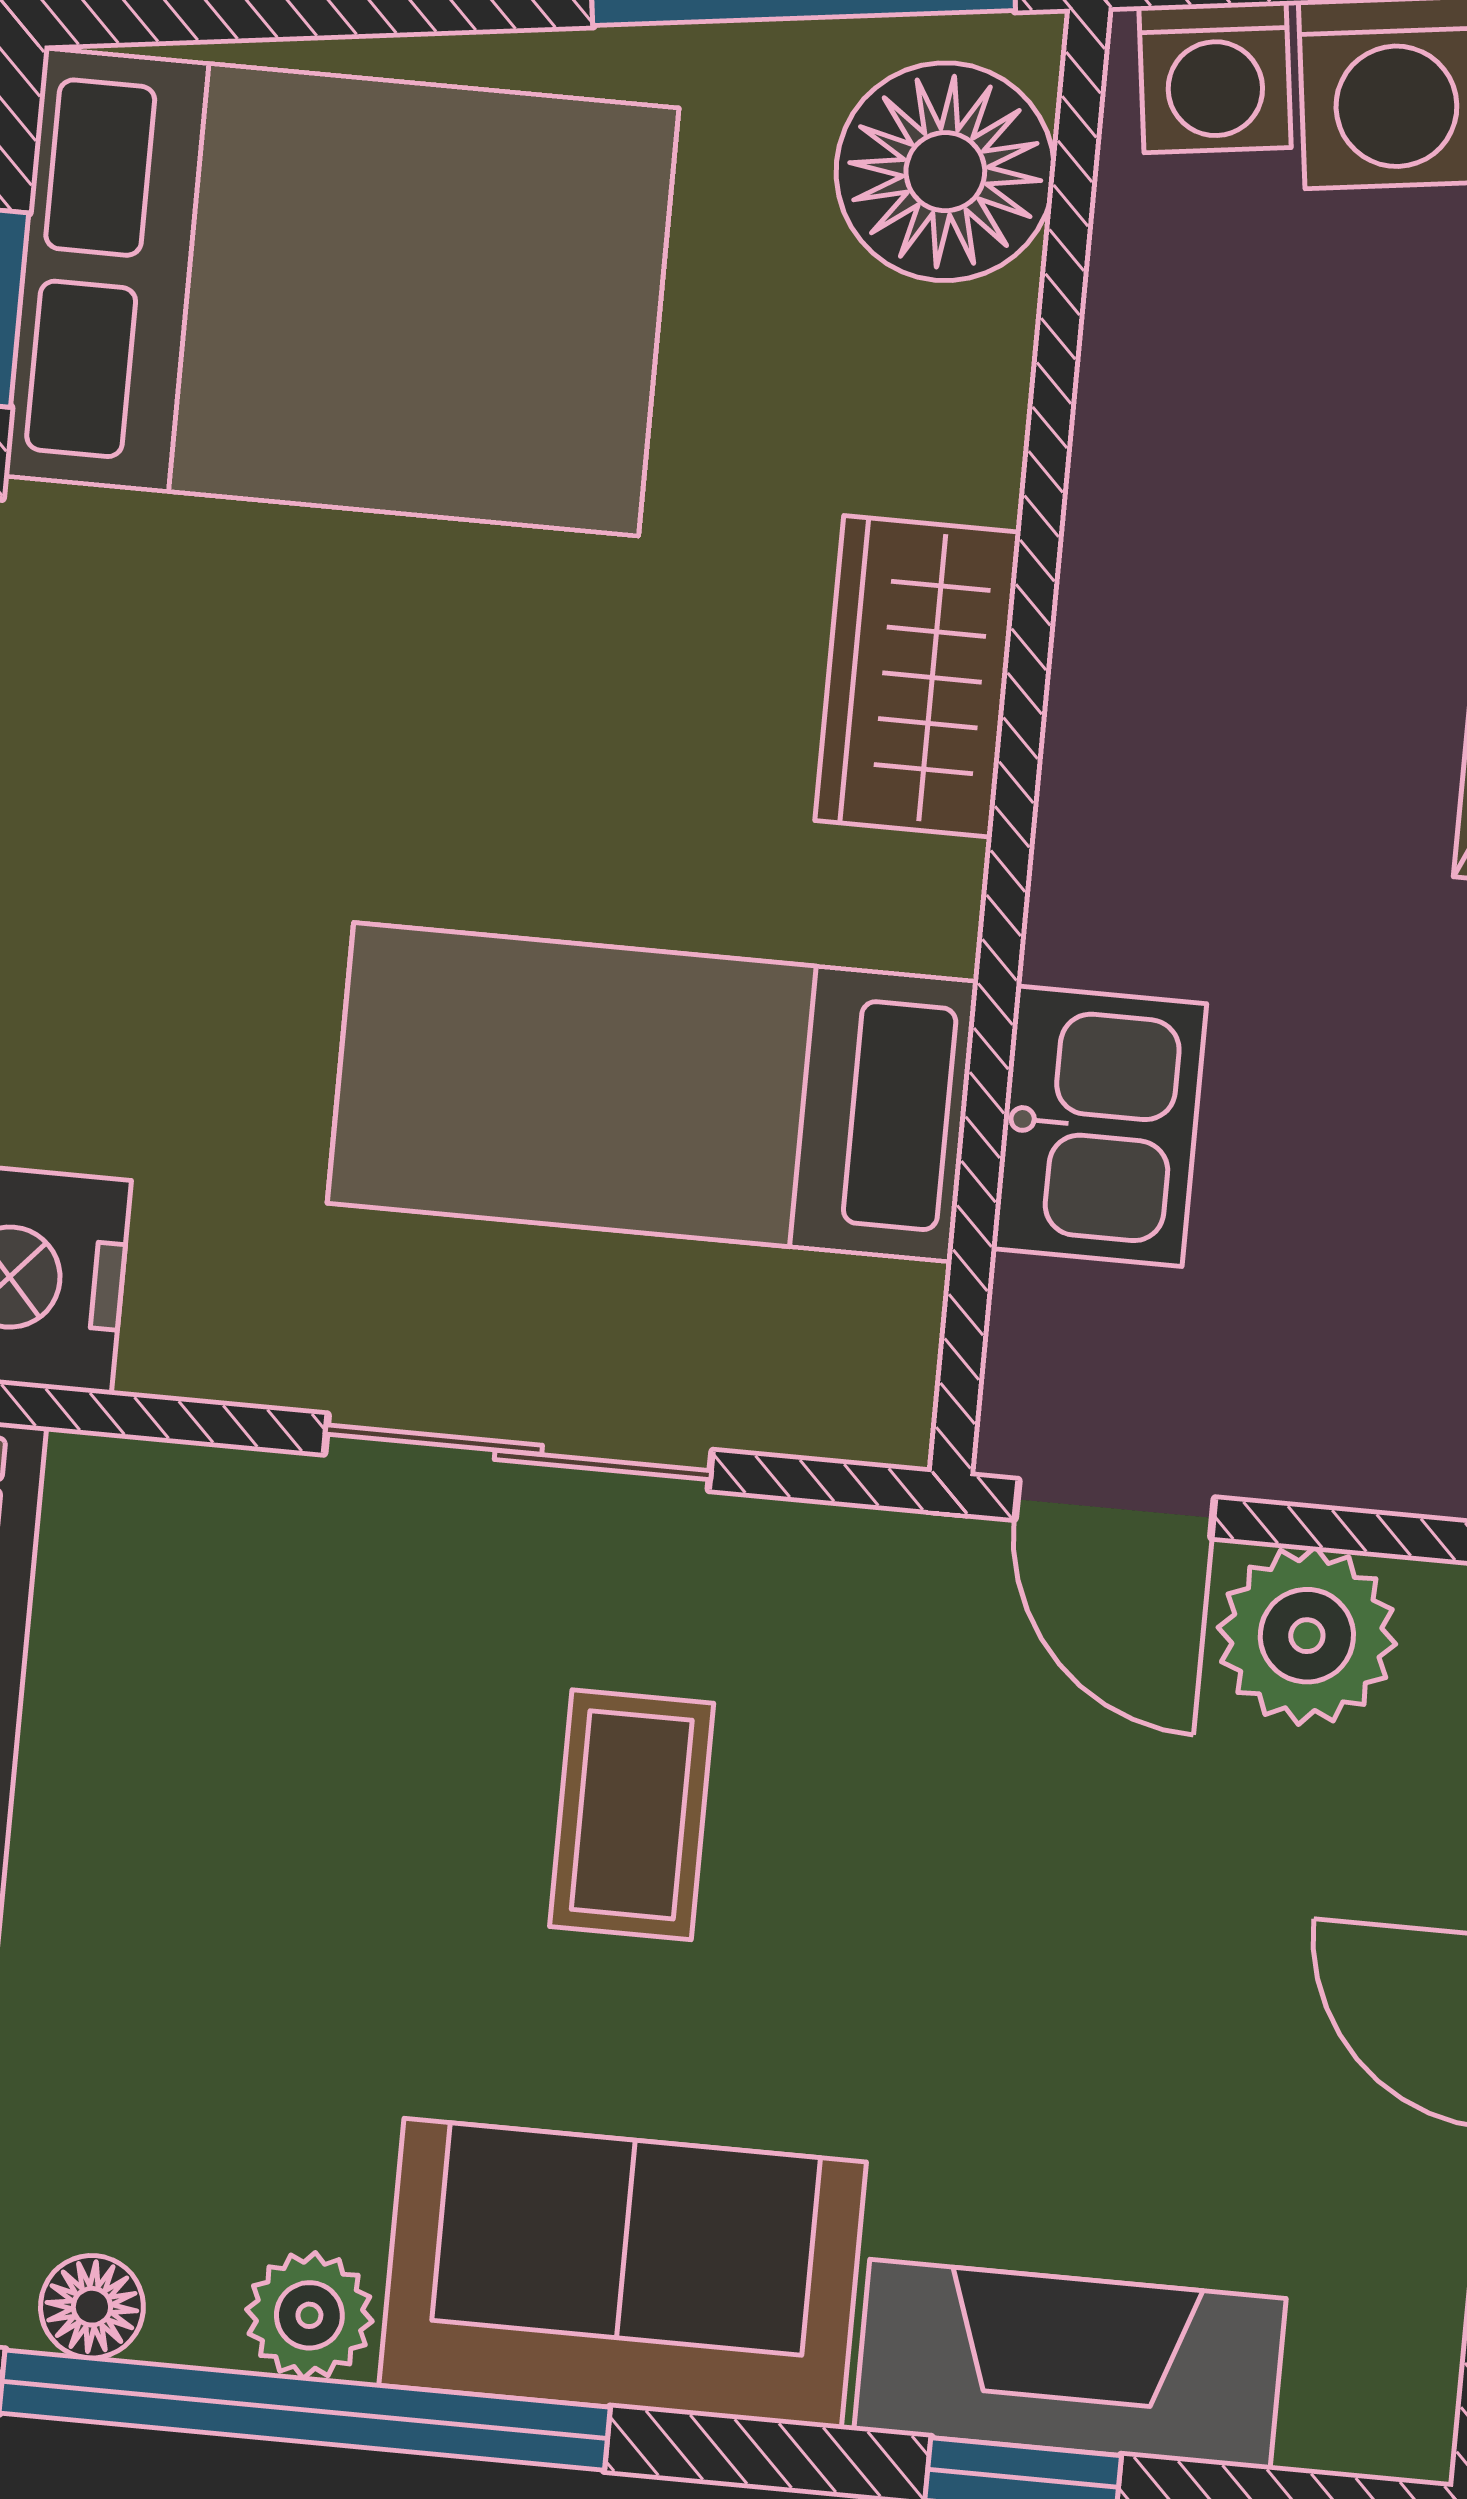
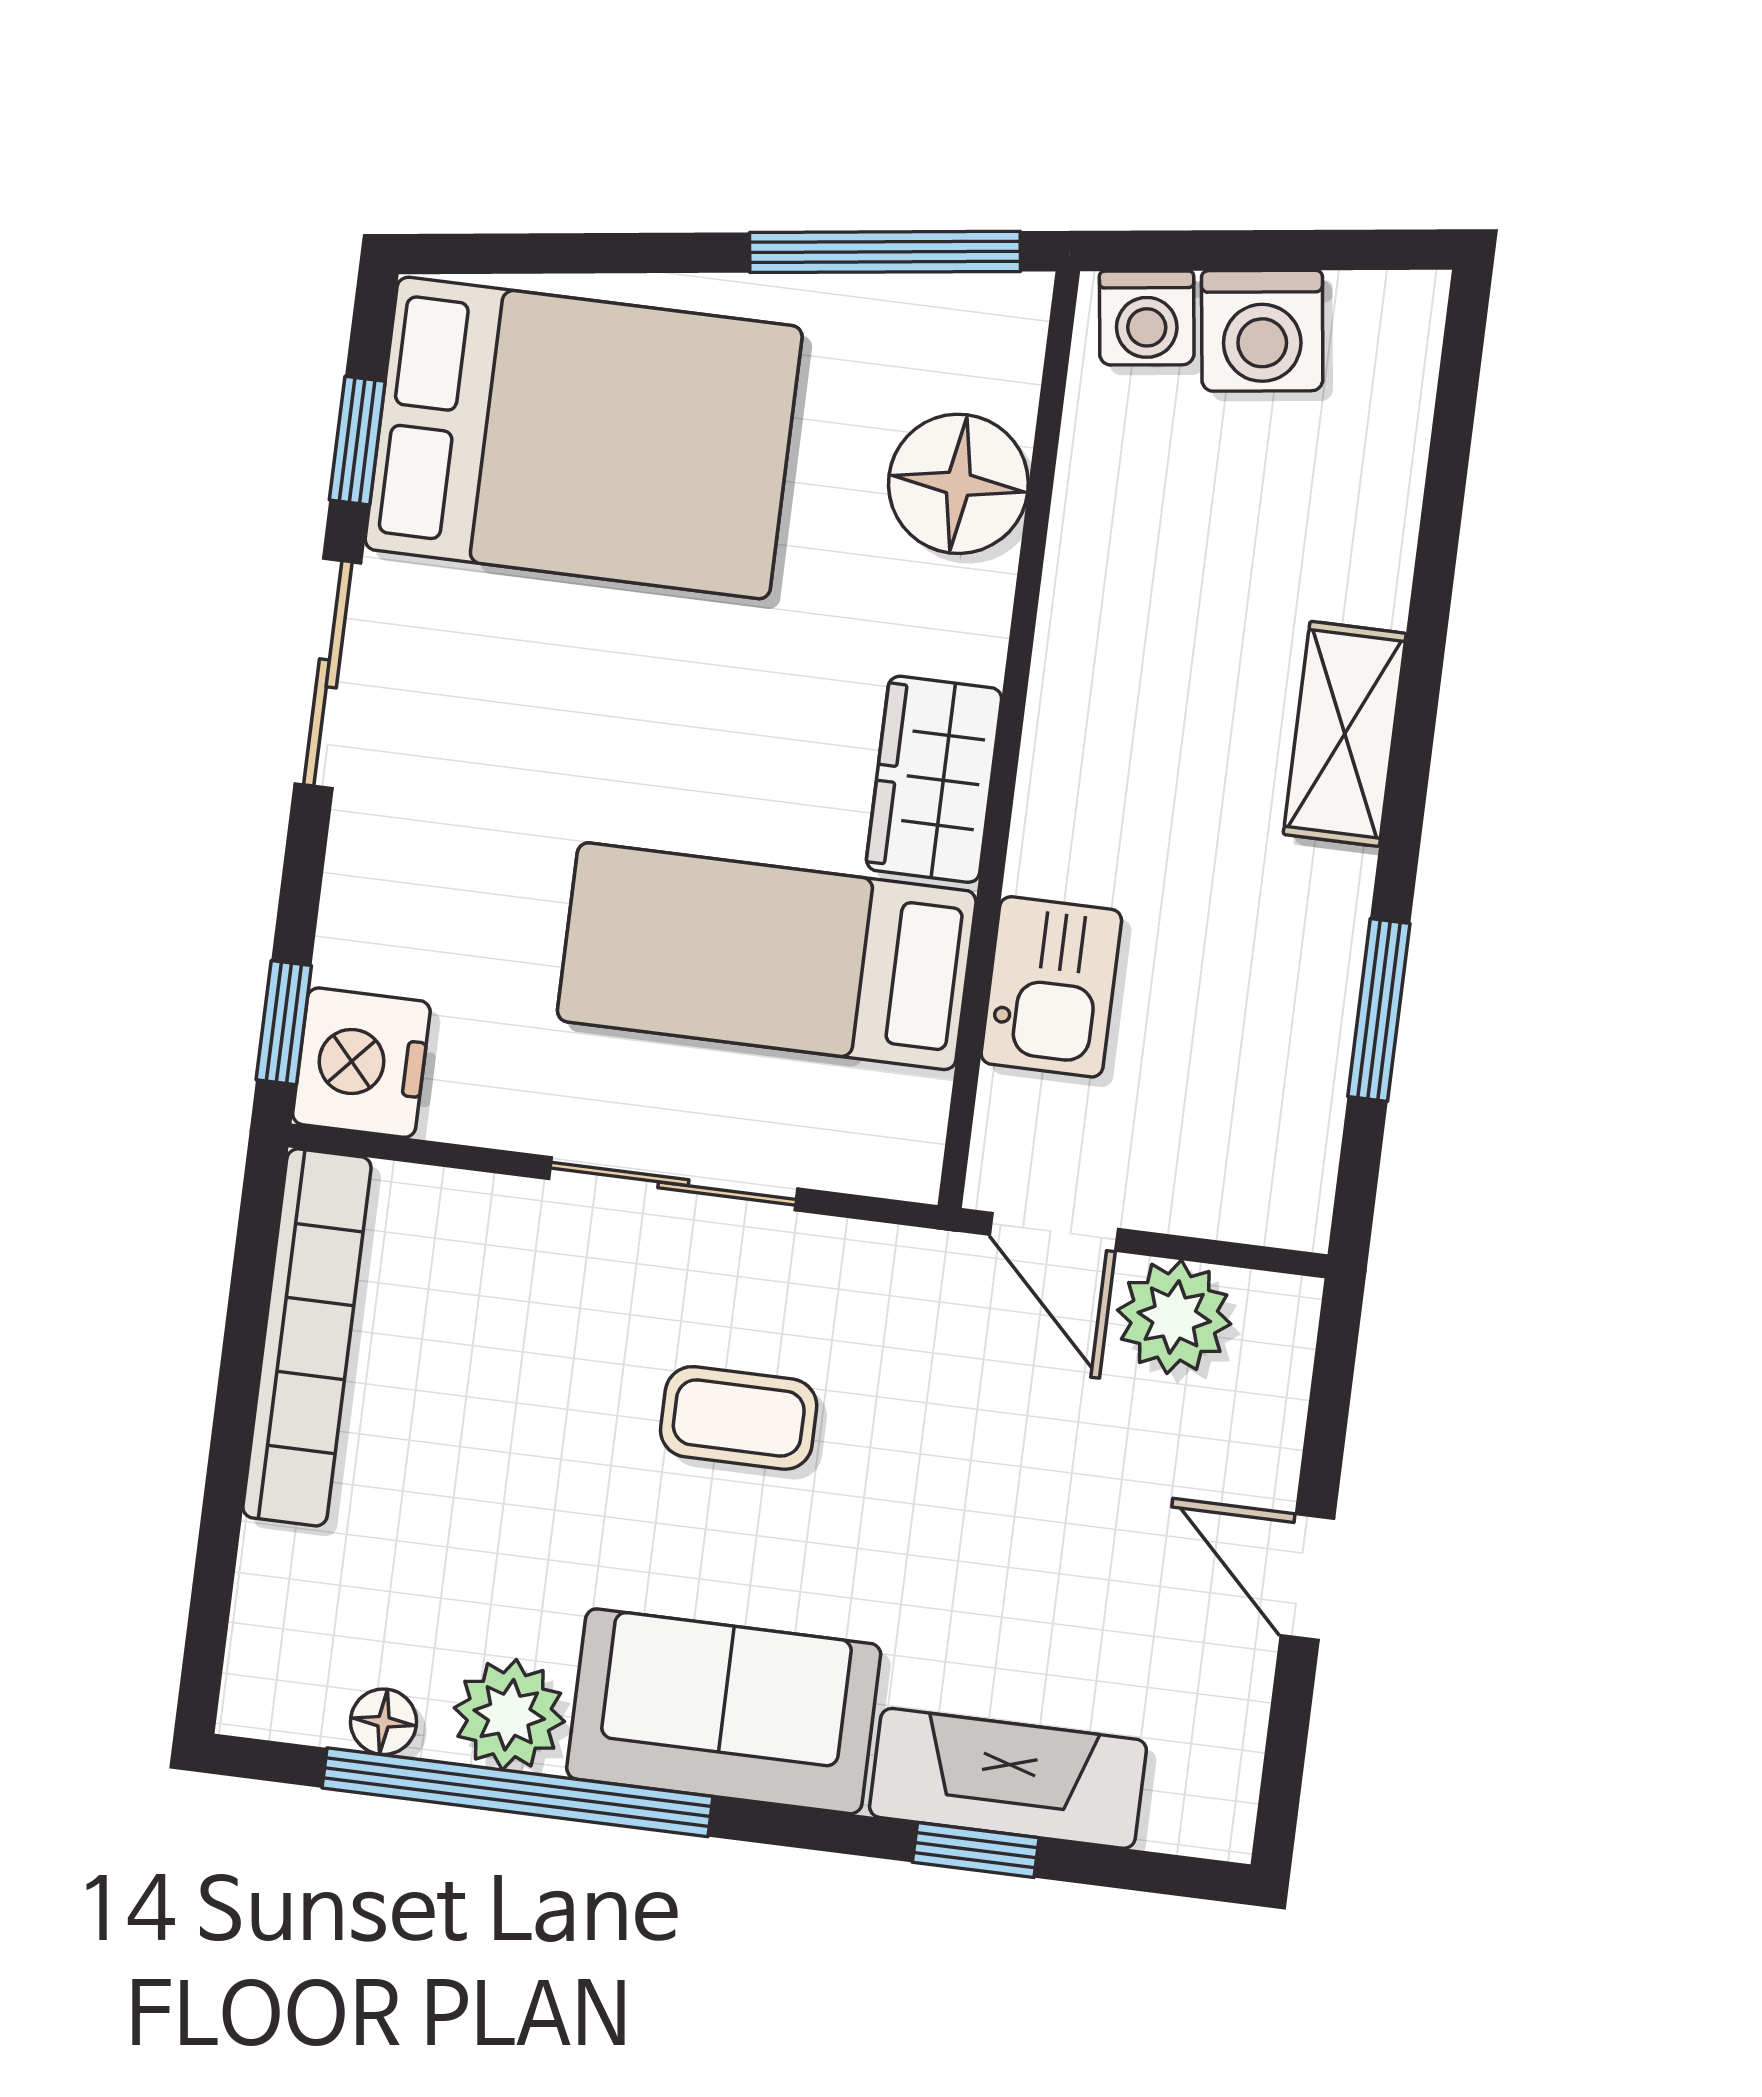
floor lamp: (945, 172) -> (958, 484), moved
wardrobe: (918, 676) -> (934, 779), moved
coffee table: (632, 1815) -> (739, 1418), turned 90
plant: (309, 2315) -> (509, 1715), width x1.38, depth x1.38

